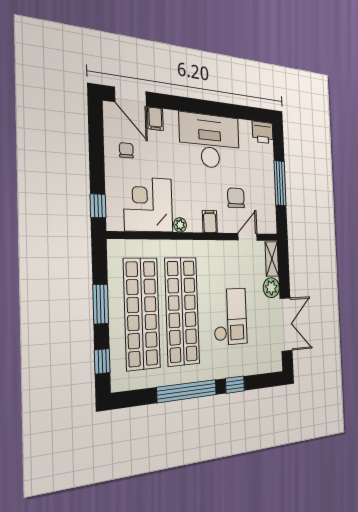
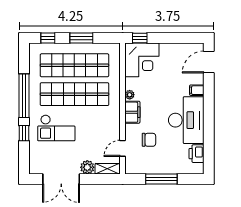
filing cabinet: (155, 119) -> (197, 90), moved
printer: (263, 132) -> (197, 154), moved
chair: (126, 150) -> (175, 58), removed
corner desk: (148, 205) -> (142, 60), moved, turned 90
filing cabinet: (210, 222) -> (132, 112), width x2.00
door: (248, 237) -> (123, 148), swing flipped
checkout: (230, 317) -> (56, 128), moved

